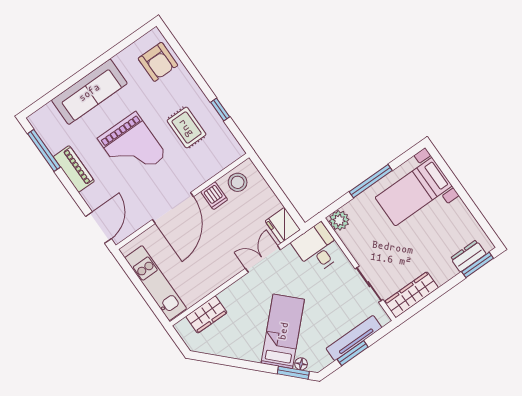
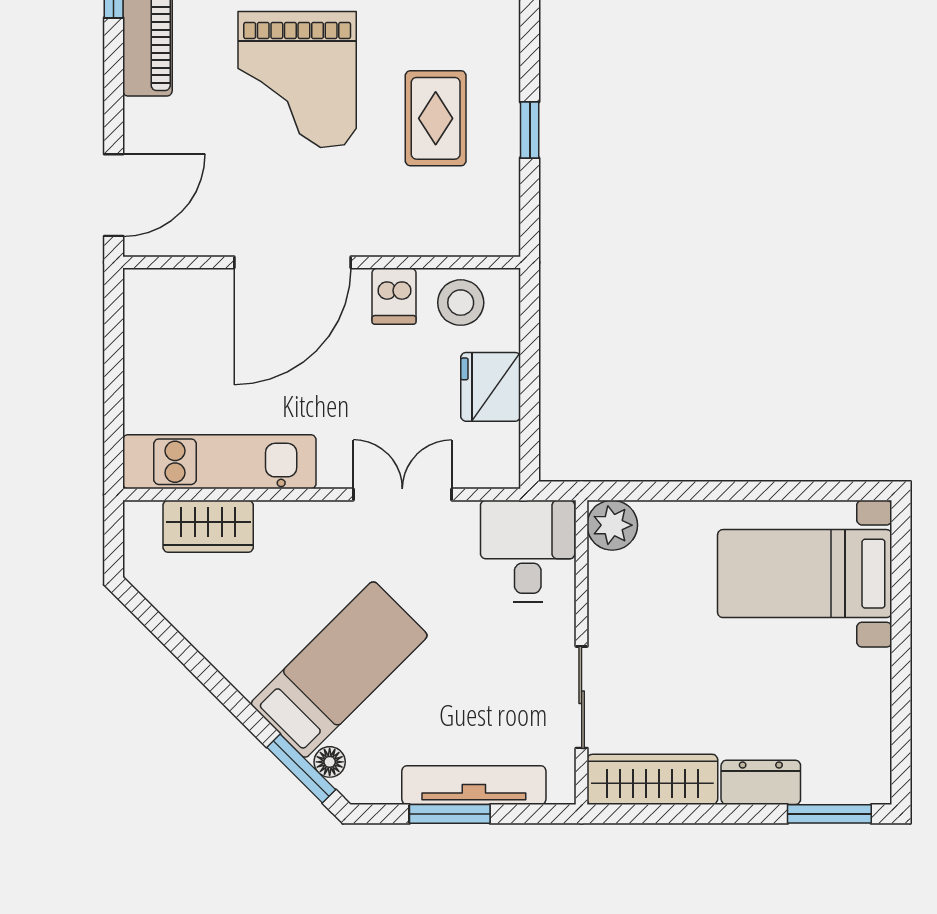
window: (371, 181) -> (733, 491), removed
fridge: (283, 225) -> (491, 387), moved
dresser: (468, 256) -> (761, 782), moved
kitchen unit: (156, 283) -> (219, 462), moved, turned -90

